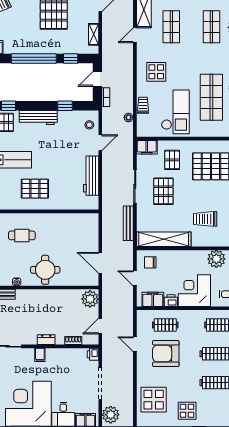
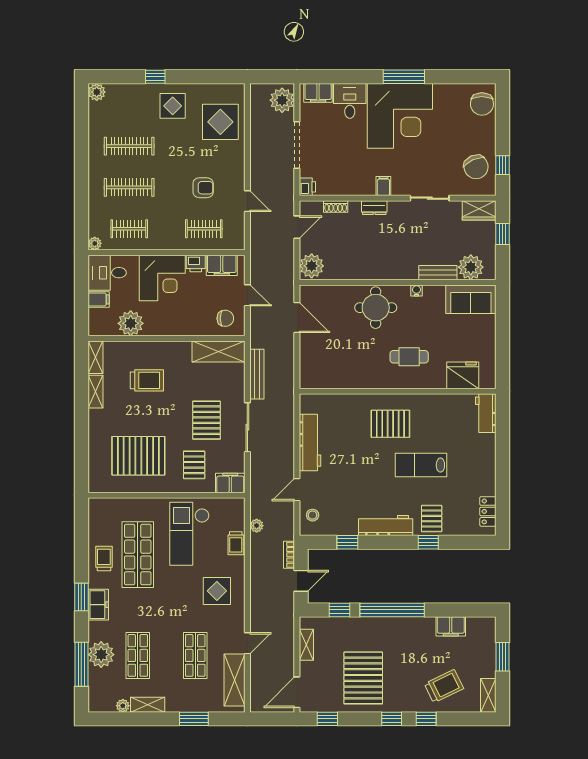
shelving: (164, 239) -> (218, 351), width x0.68
armchair: (166, 354) -> (203, 188), width x0.53, depth x0.53

